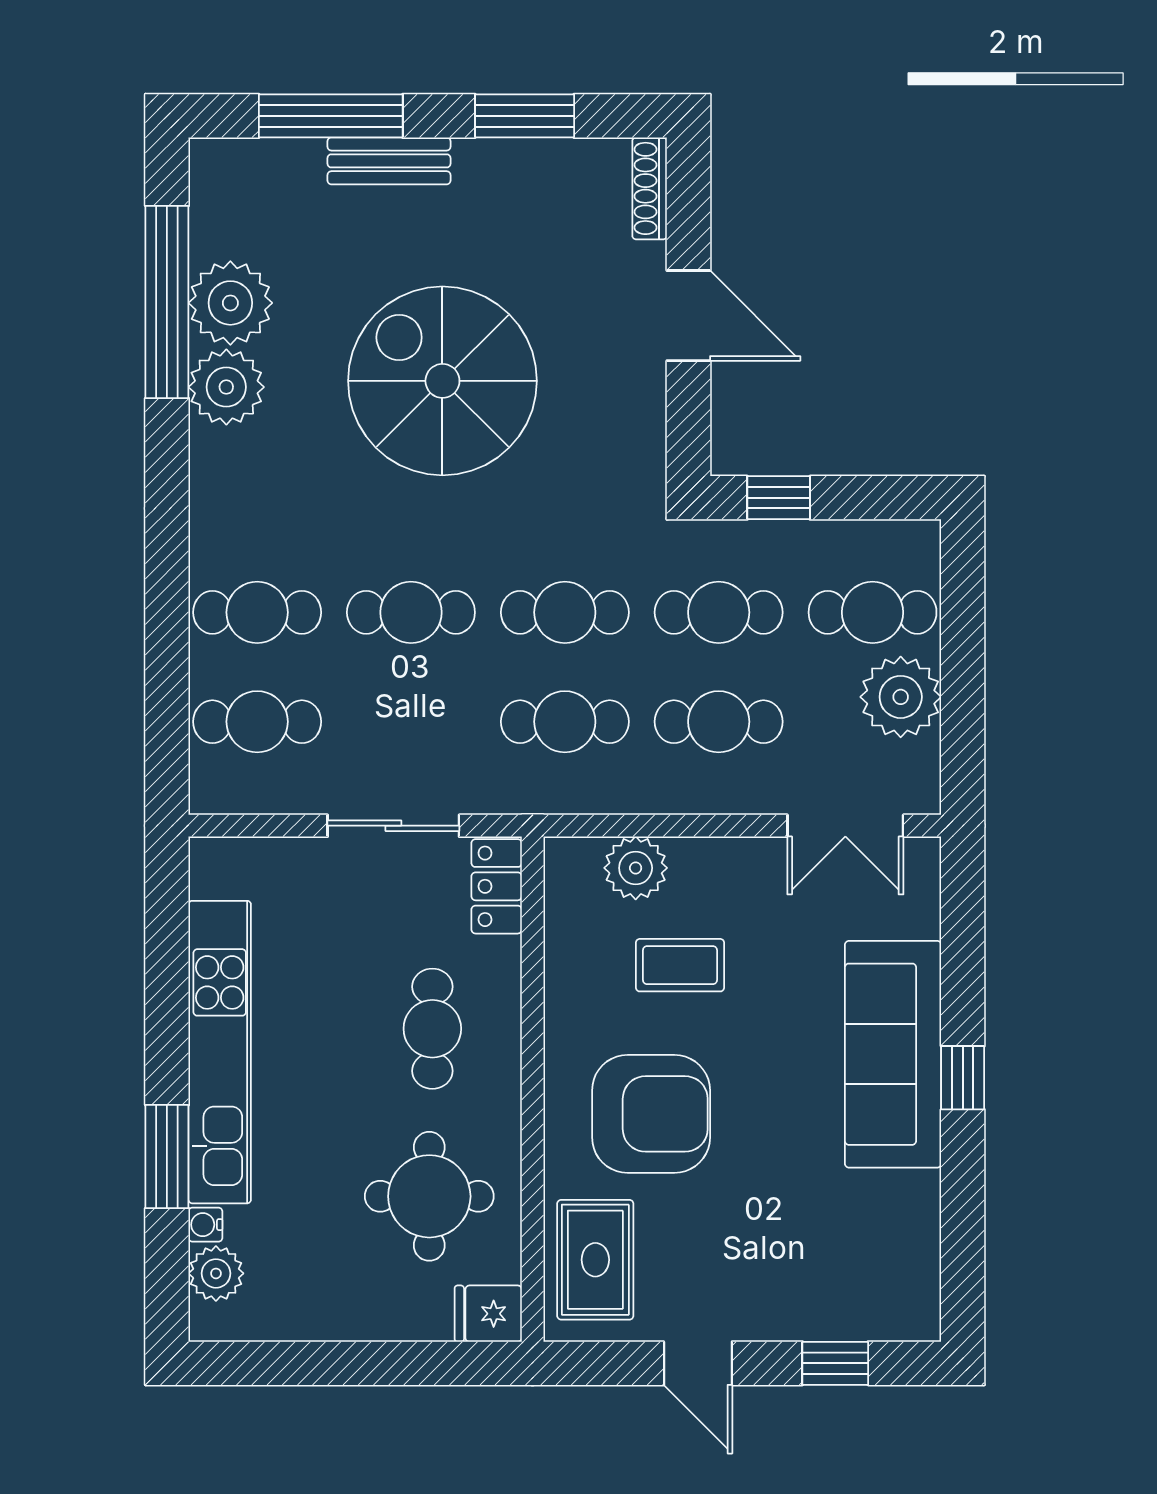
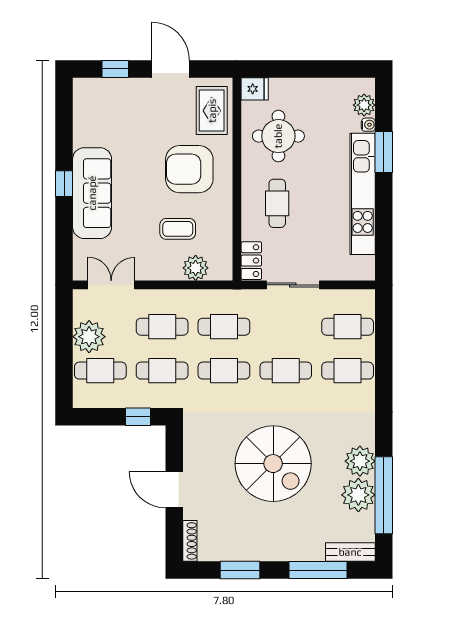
bench: (389, 161) -> (350, 552), moved
door: (698, 1363) -> (170, 69), width x1.38

